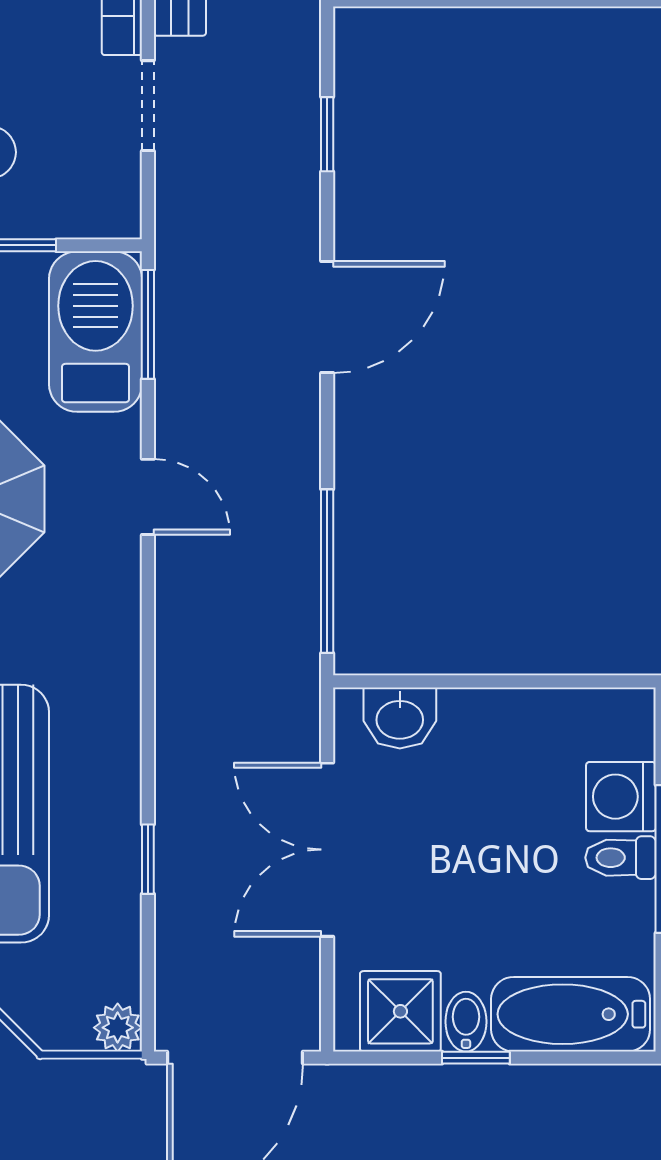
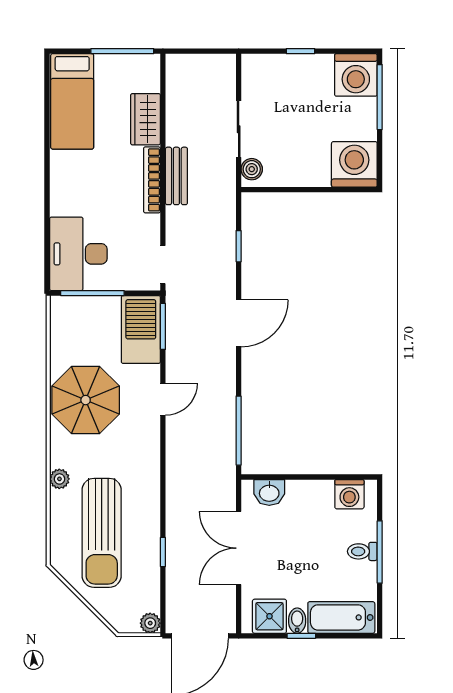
doorway: (148, 106) -> (163, 265), moved
door: (148, 497) -> (163, 399), hinge flipped
washing machine: (621, 797) -> (349, 494), moved, turned -90

